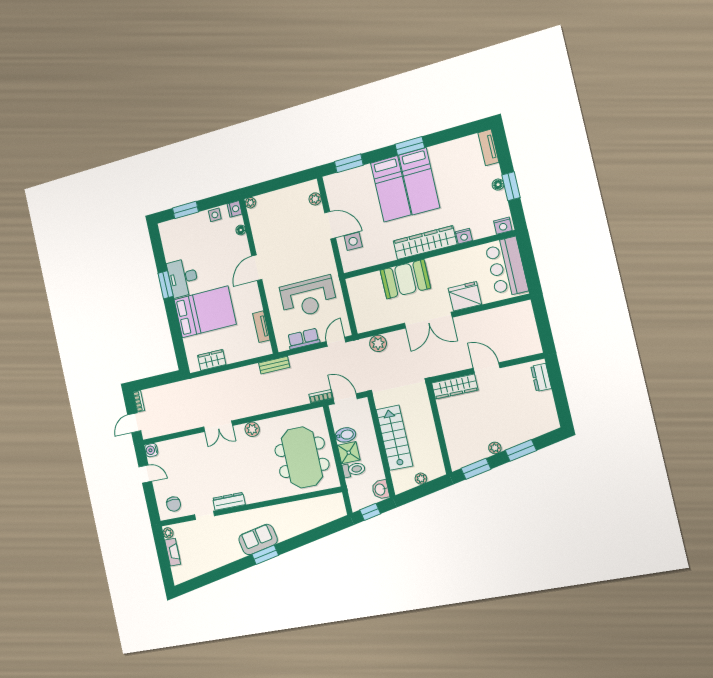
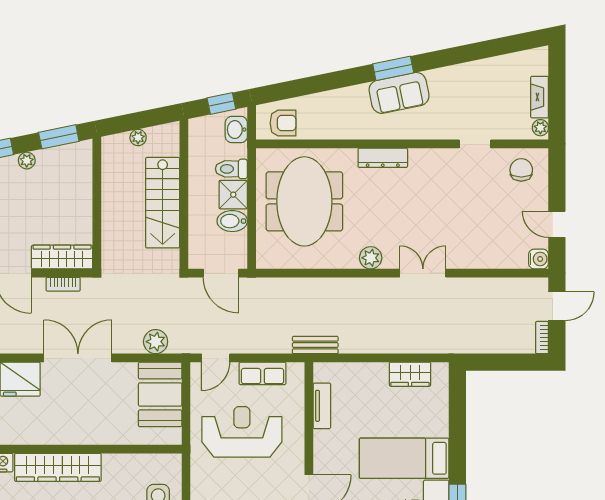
booth: (405, 279) -> (160, 394), moved, turned 90
bed: (205, 312) -> (404, 458), width x0.67
bookcase: (321, 396) -> (63, 284), moved
washbasin: (380, 489) -> (236, 130), moved, turned 180
dresser: (229, 501) -> (383, 158), moved
armchair: (327, 506) -> (283, 123), added

